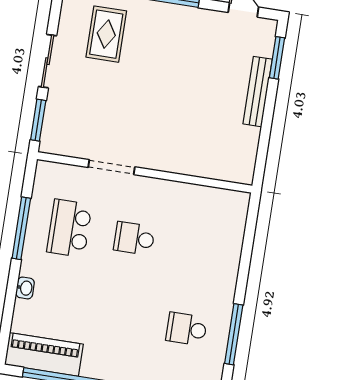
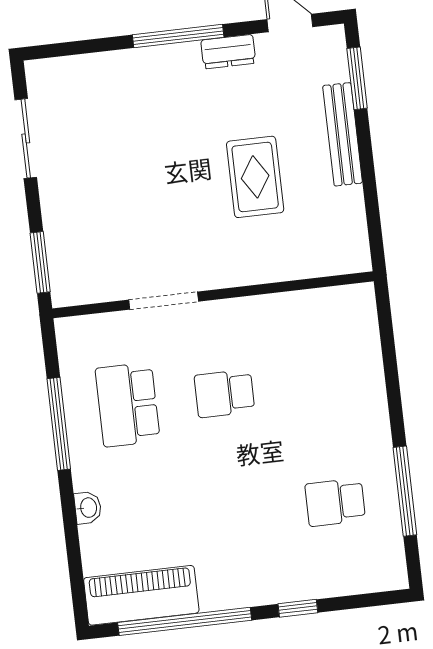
dresser: (198, 17) -> (228, 52), added
rug: (106, 34) -> (255, 177), moved
sliding door: (47, 61) -> (26, 138), moved

